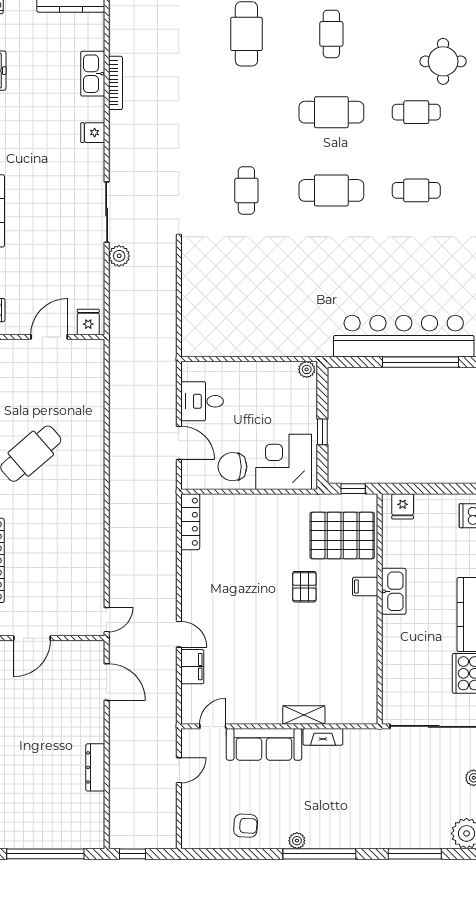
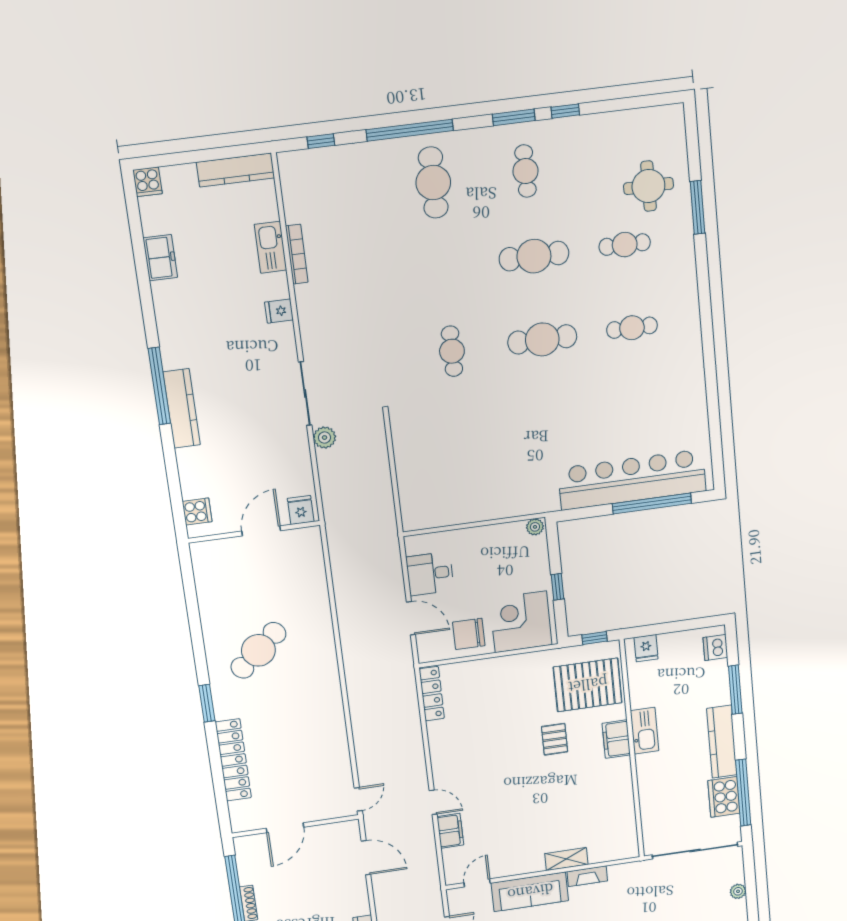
filing cabinet: (365, 586) -> (616, 739), width x2.00

